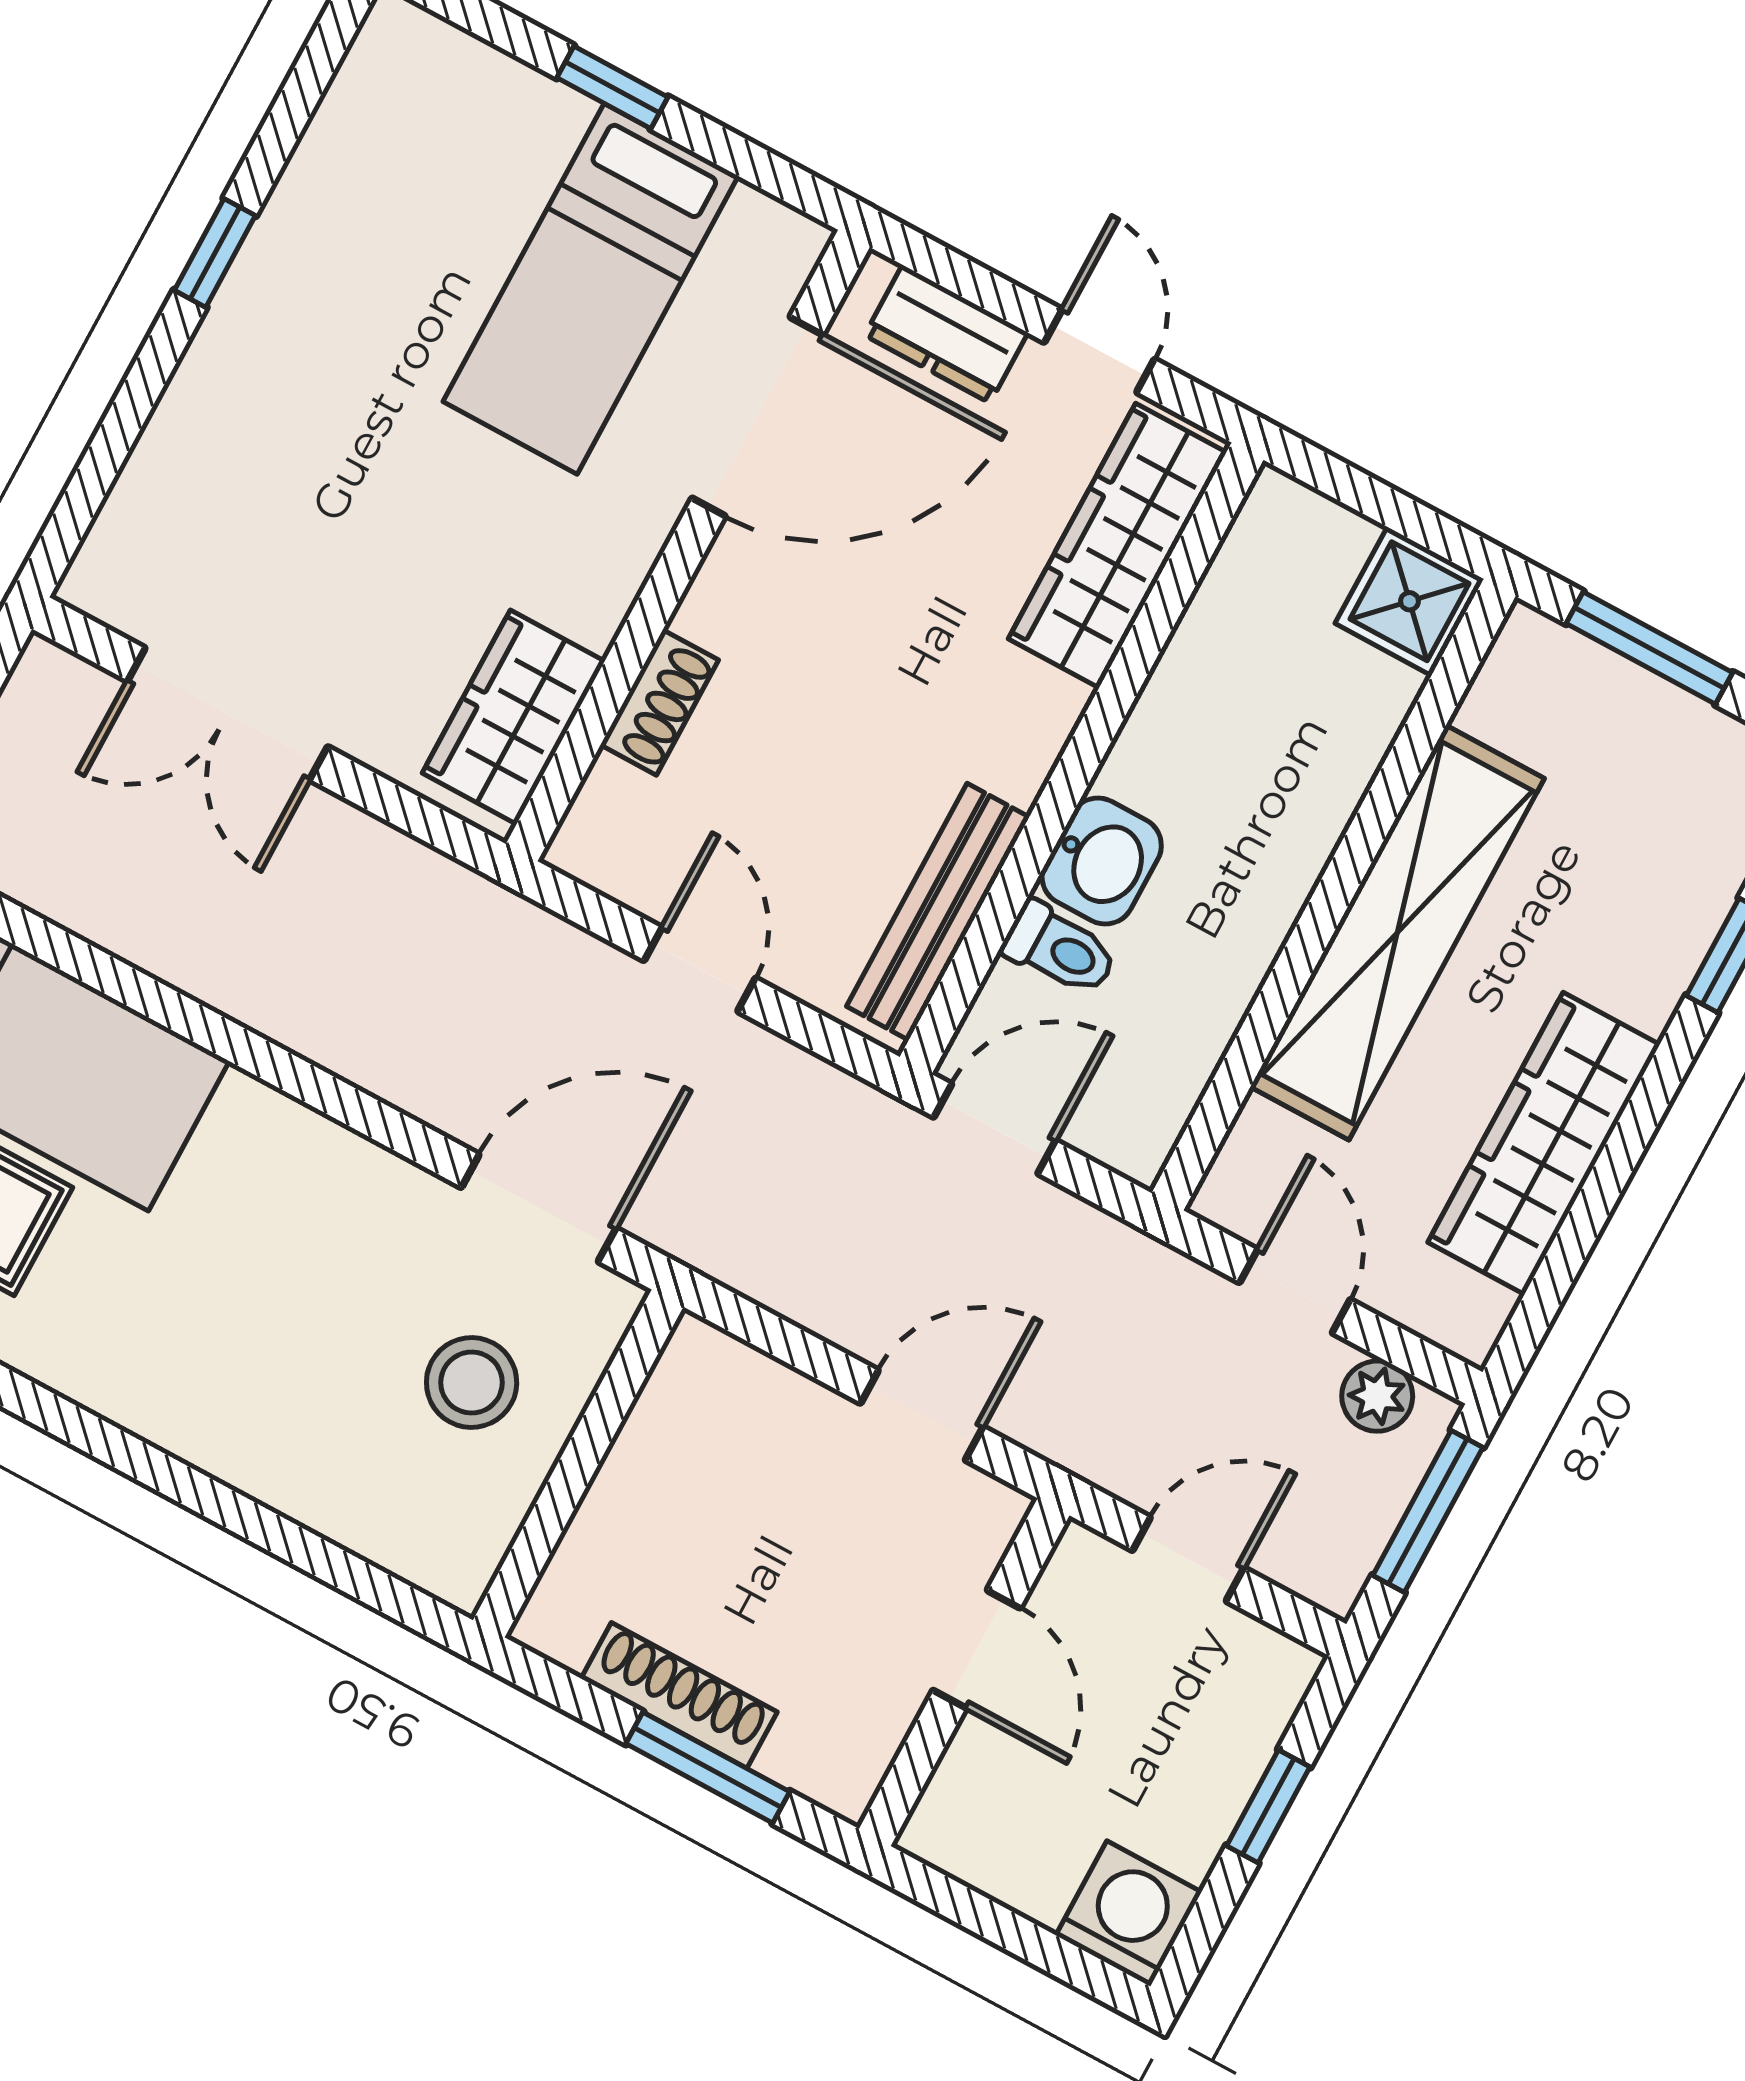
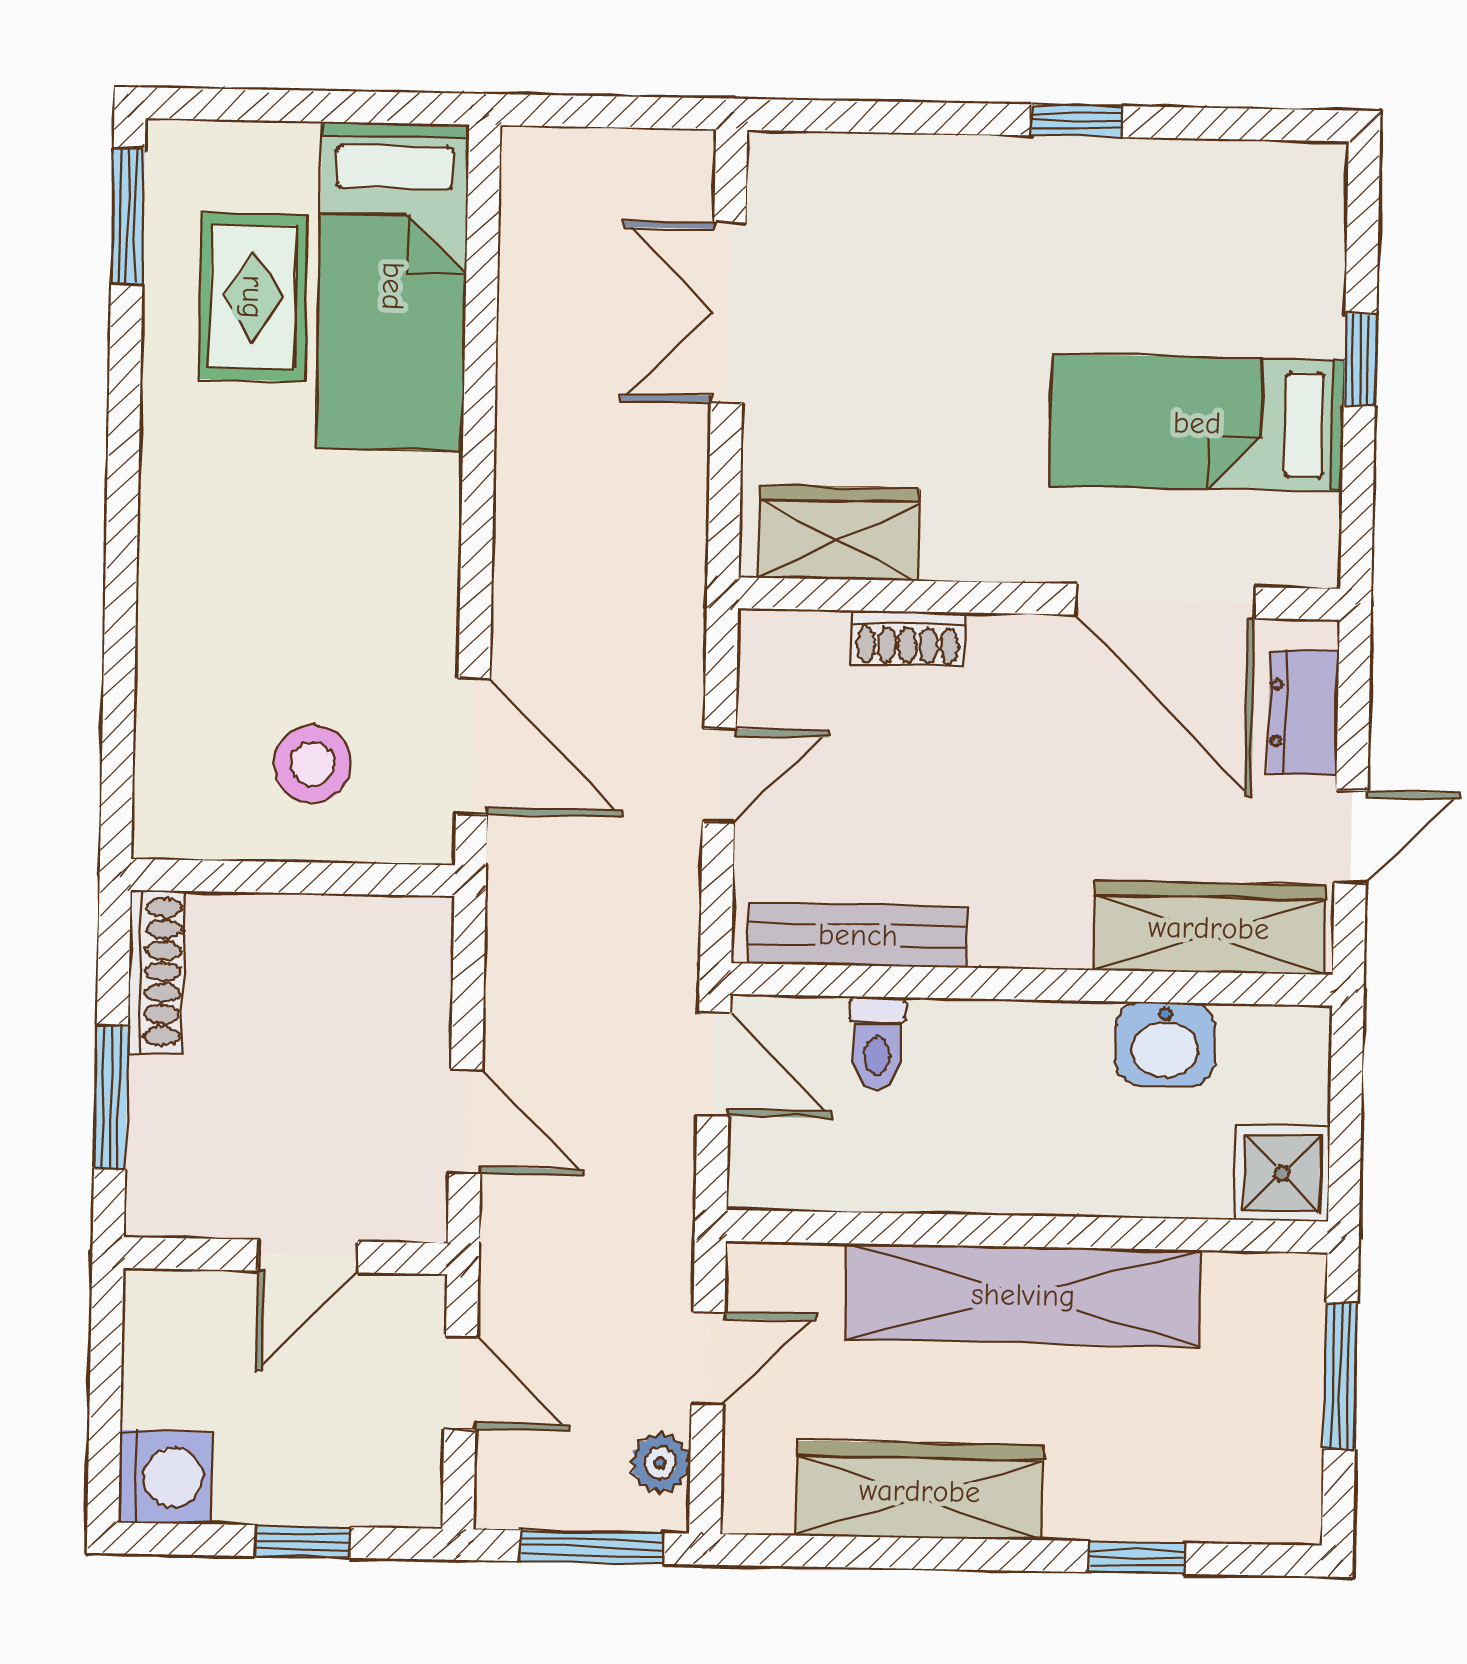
washbasin: (1102, 861) -> (1165, 1044), moved
shoe rack: (679, 1695) -> (156, 972), moved

